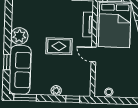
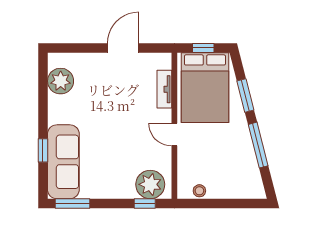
plant: (19, 36) -> (61, 81), moved
rug: (59, 46) -> (121, 124), removed
plant: (56, 91) -> (150, 184), moved, width x1.88, depth x1.88

